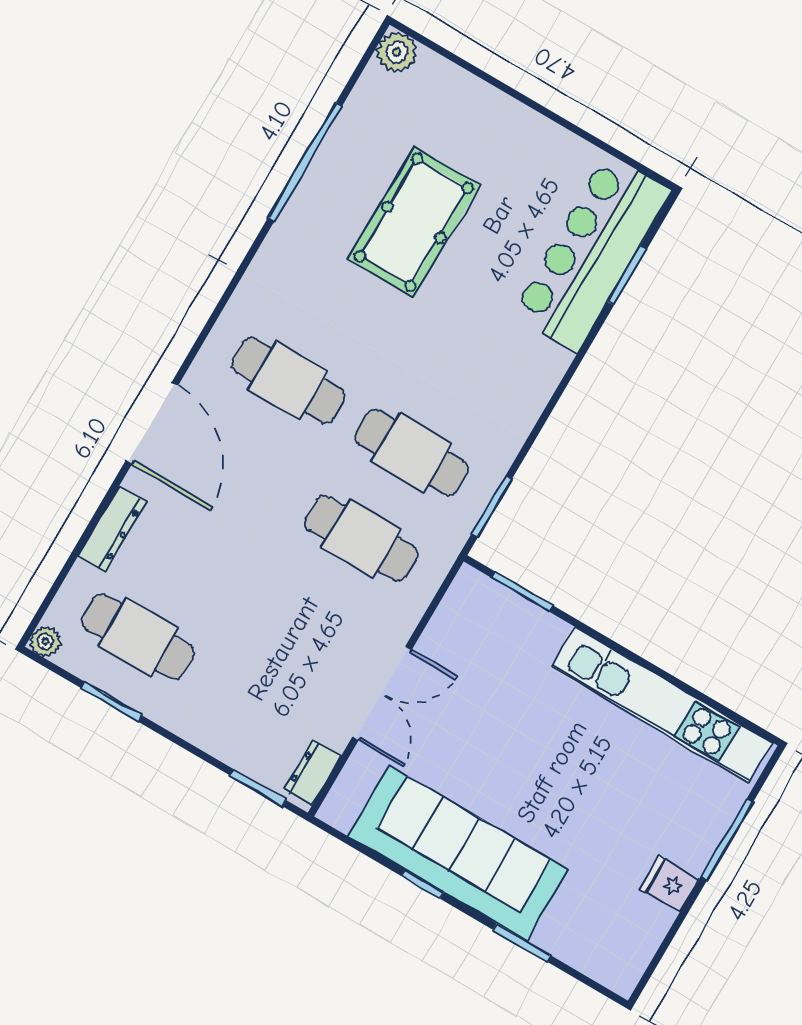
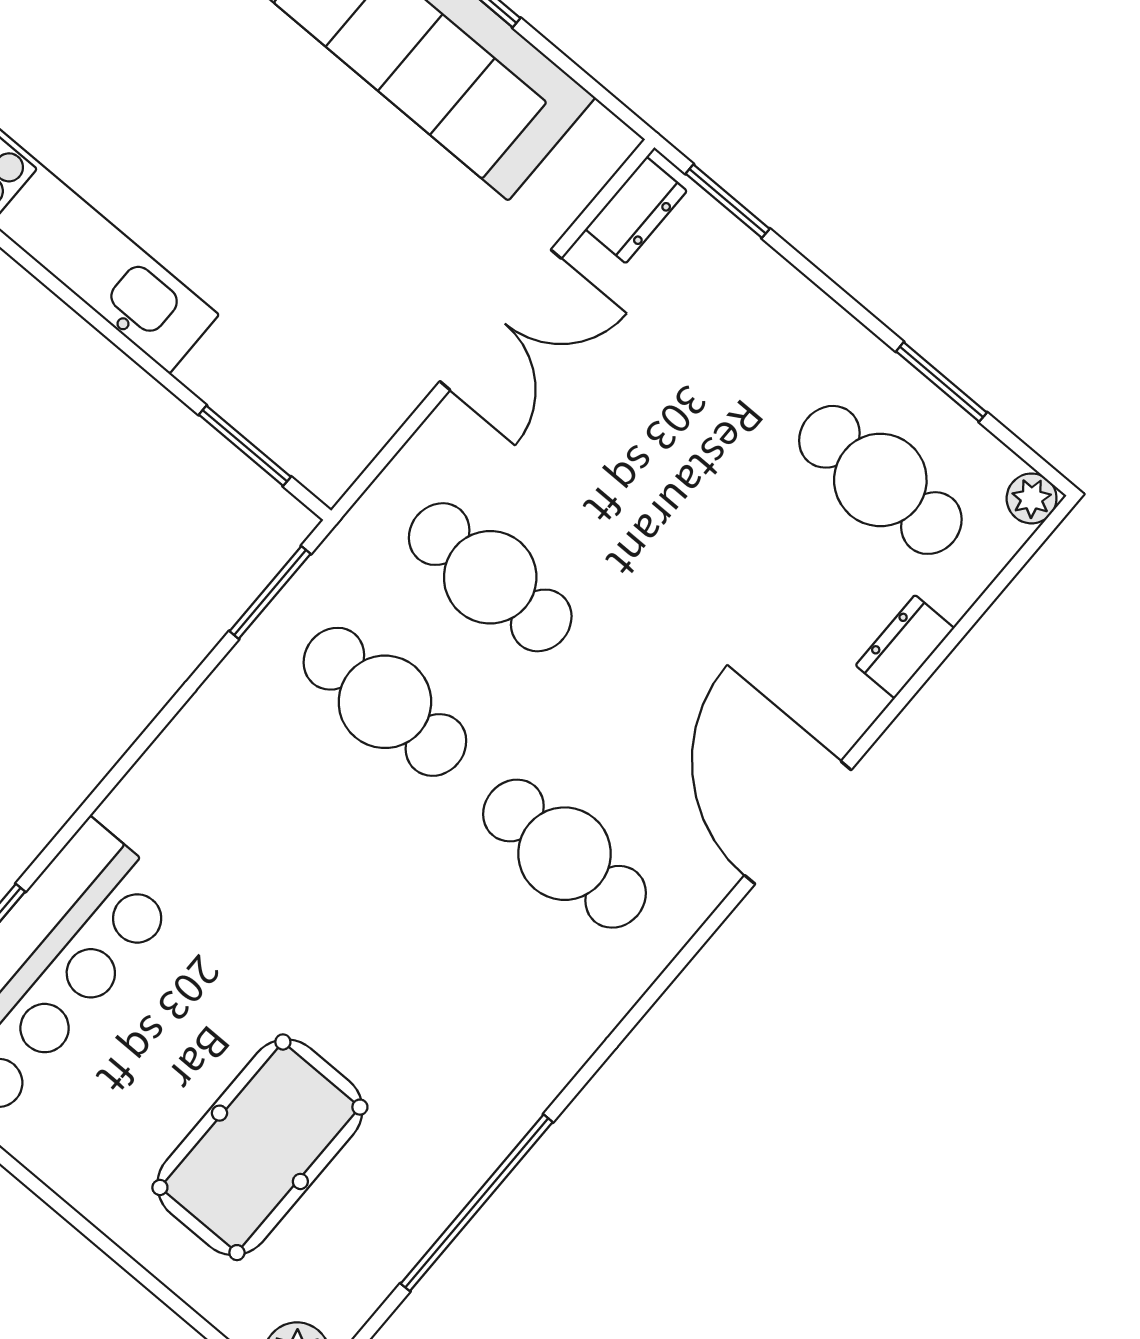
pool table: (414, 222) -> (260, 1147), moved
dresser: (112, 529) -> (905, 647), width x0.70
double door: (382, 693) -> (500, 320), swing flipped

